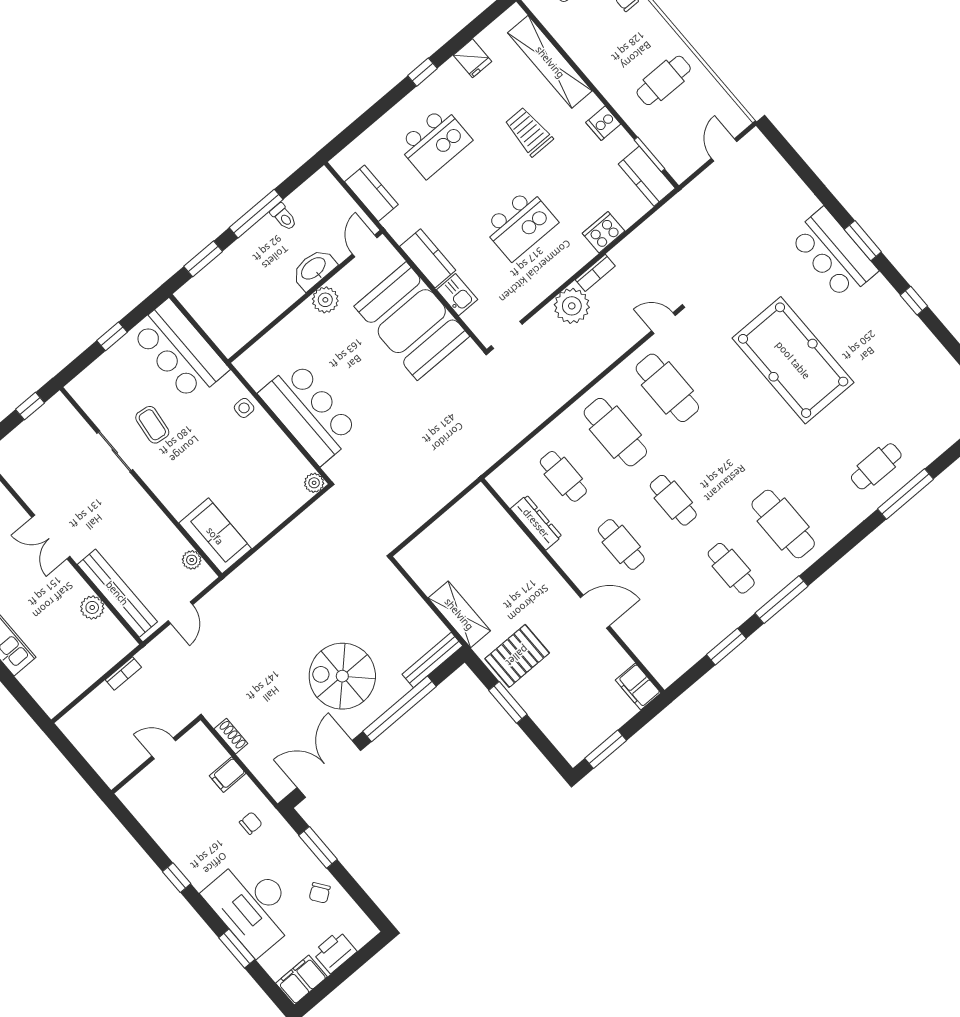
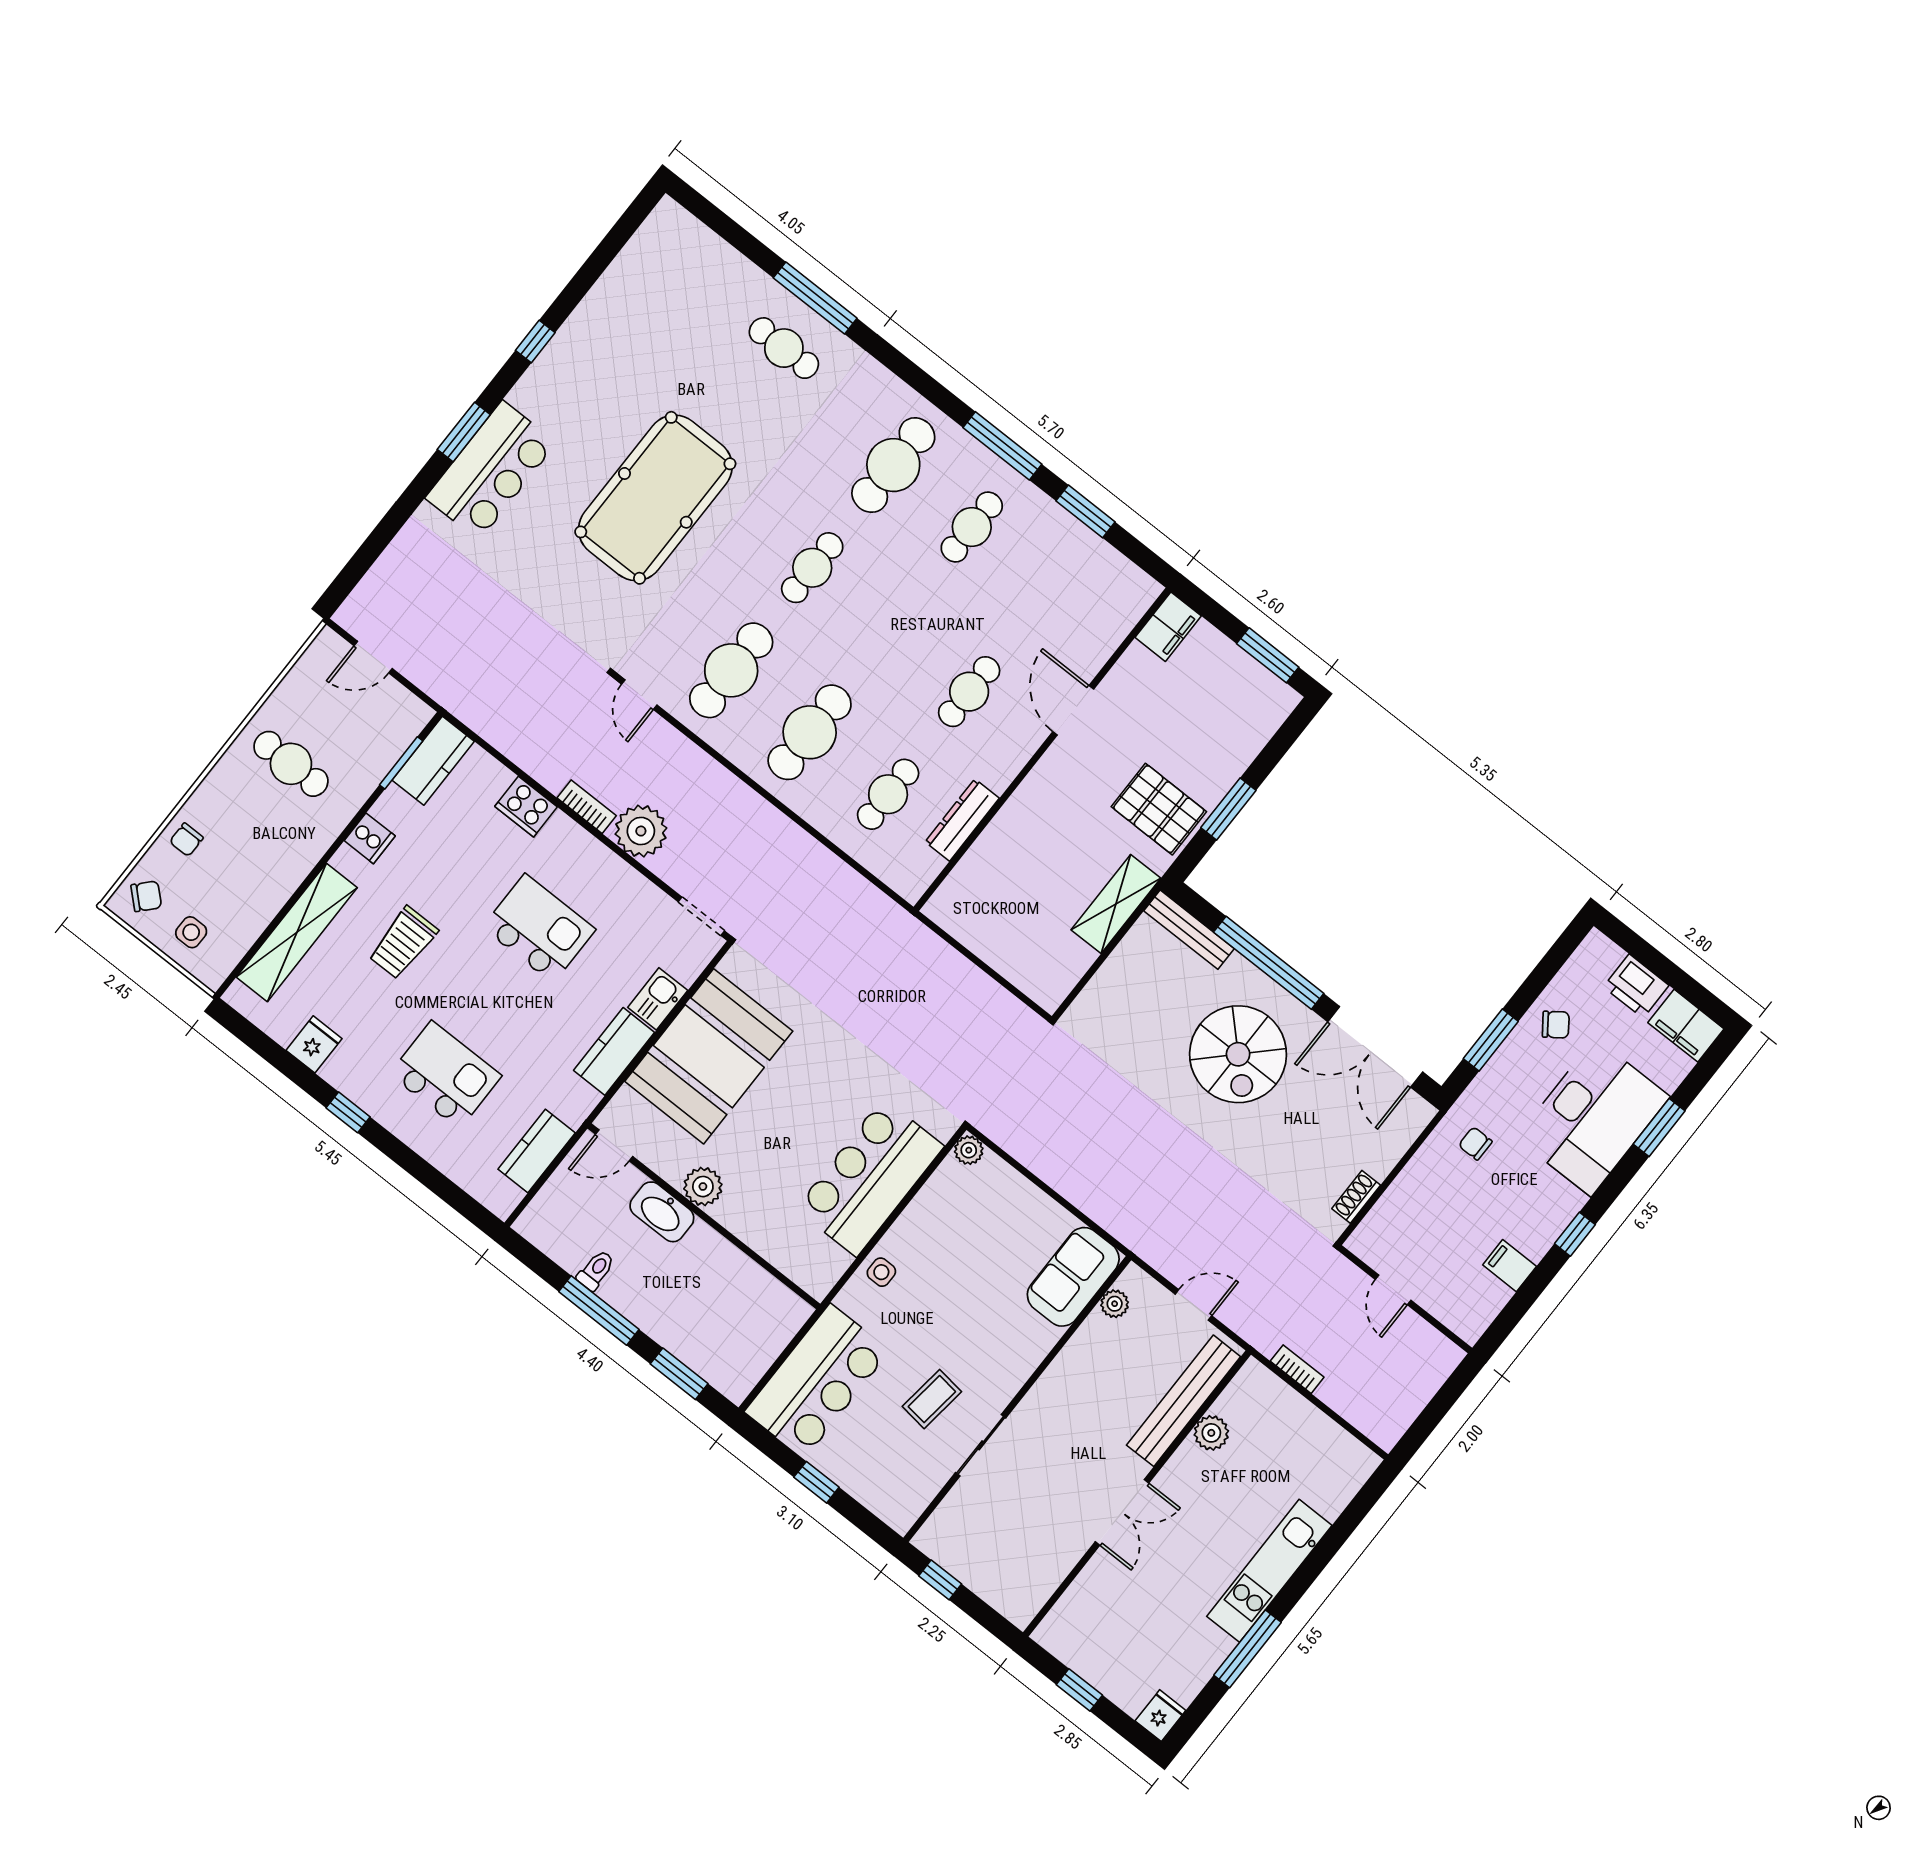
cafe table: (673, 500) -> (812, 568), moved
filing cabinet: (228, 775) -> (1510, 1266), moved, turned 180

